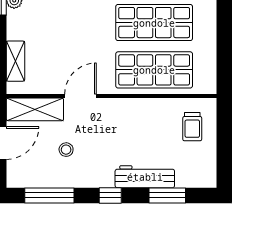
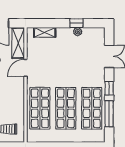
door: (81, 96) -> (26, 68), swing flipped

